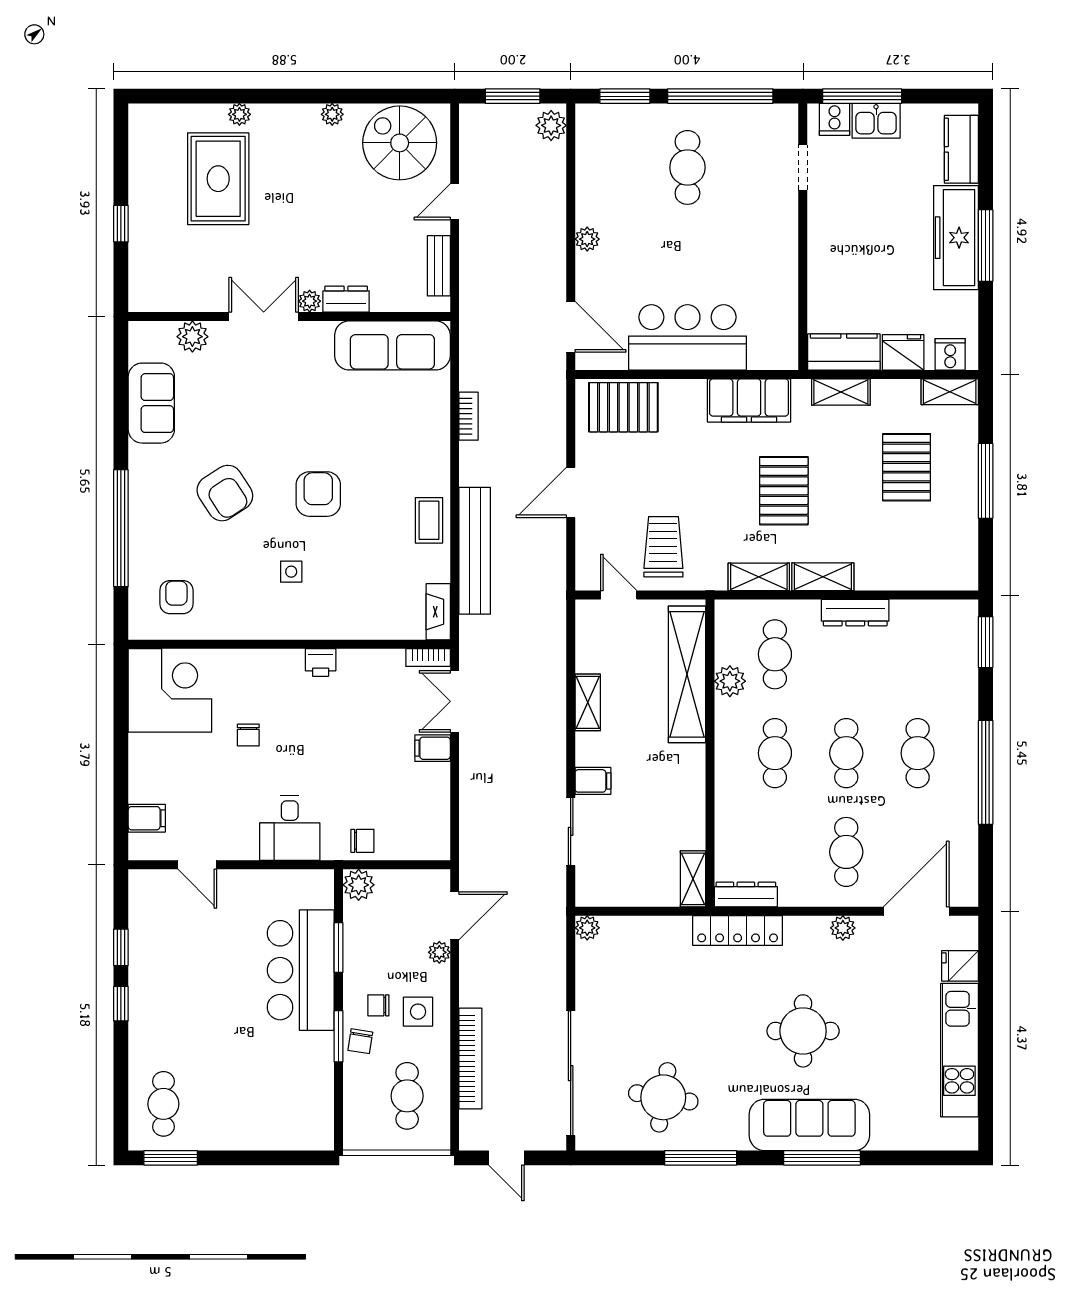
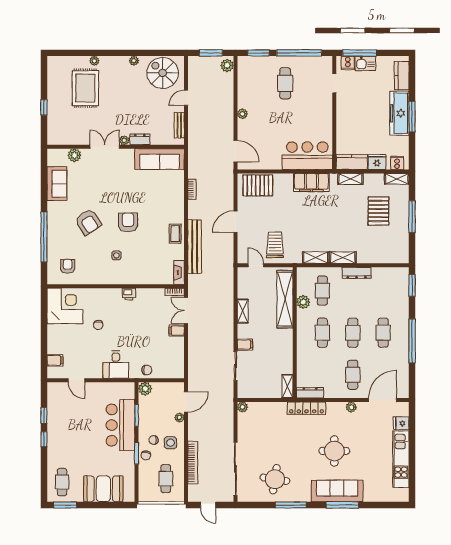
bar counter: (687, 337) -> (307, 156), moved
pallet: (784, 491) -> (326, 221), removed
booth: (260, 1120) -> (103, 489), added

